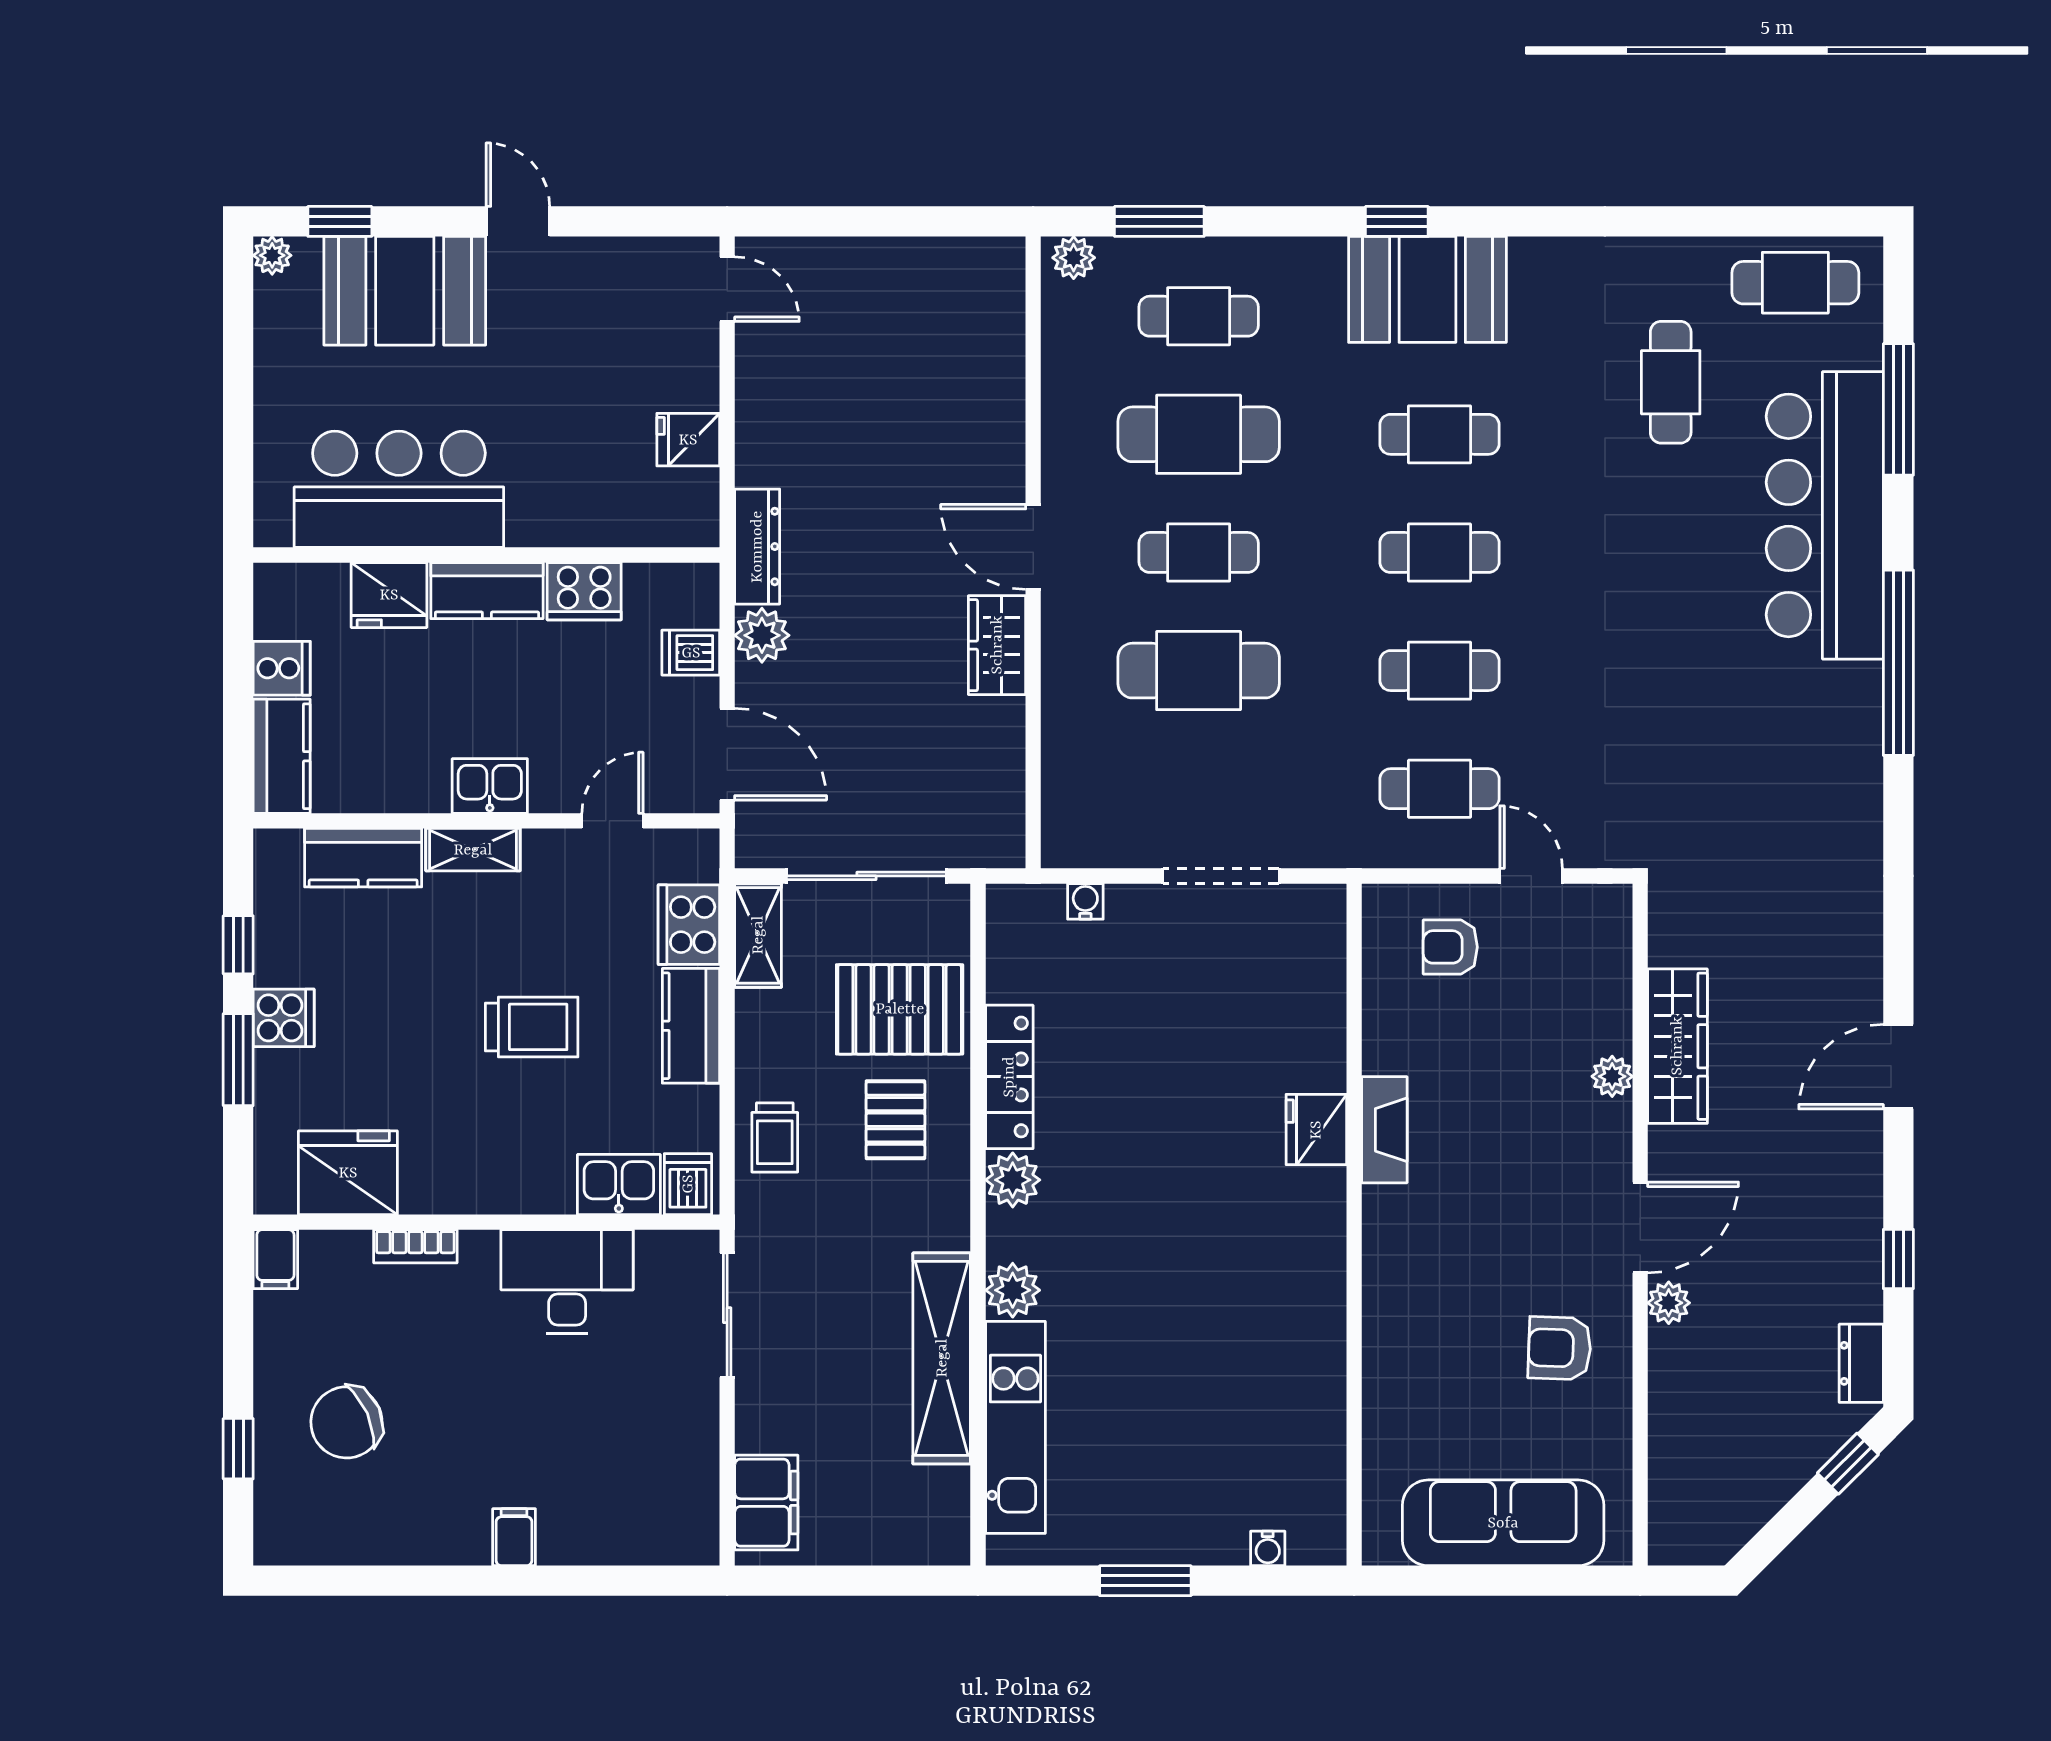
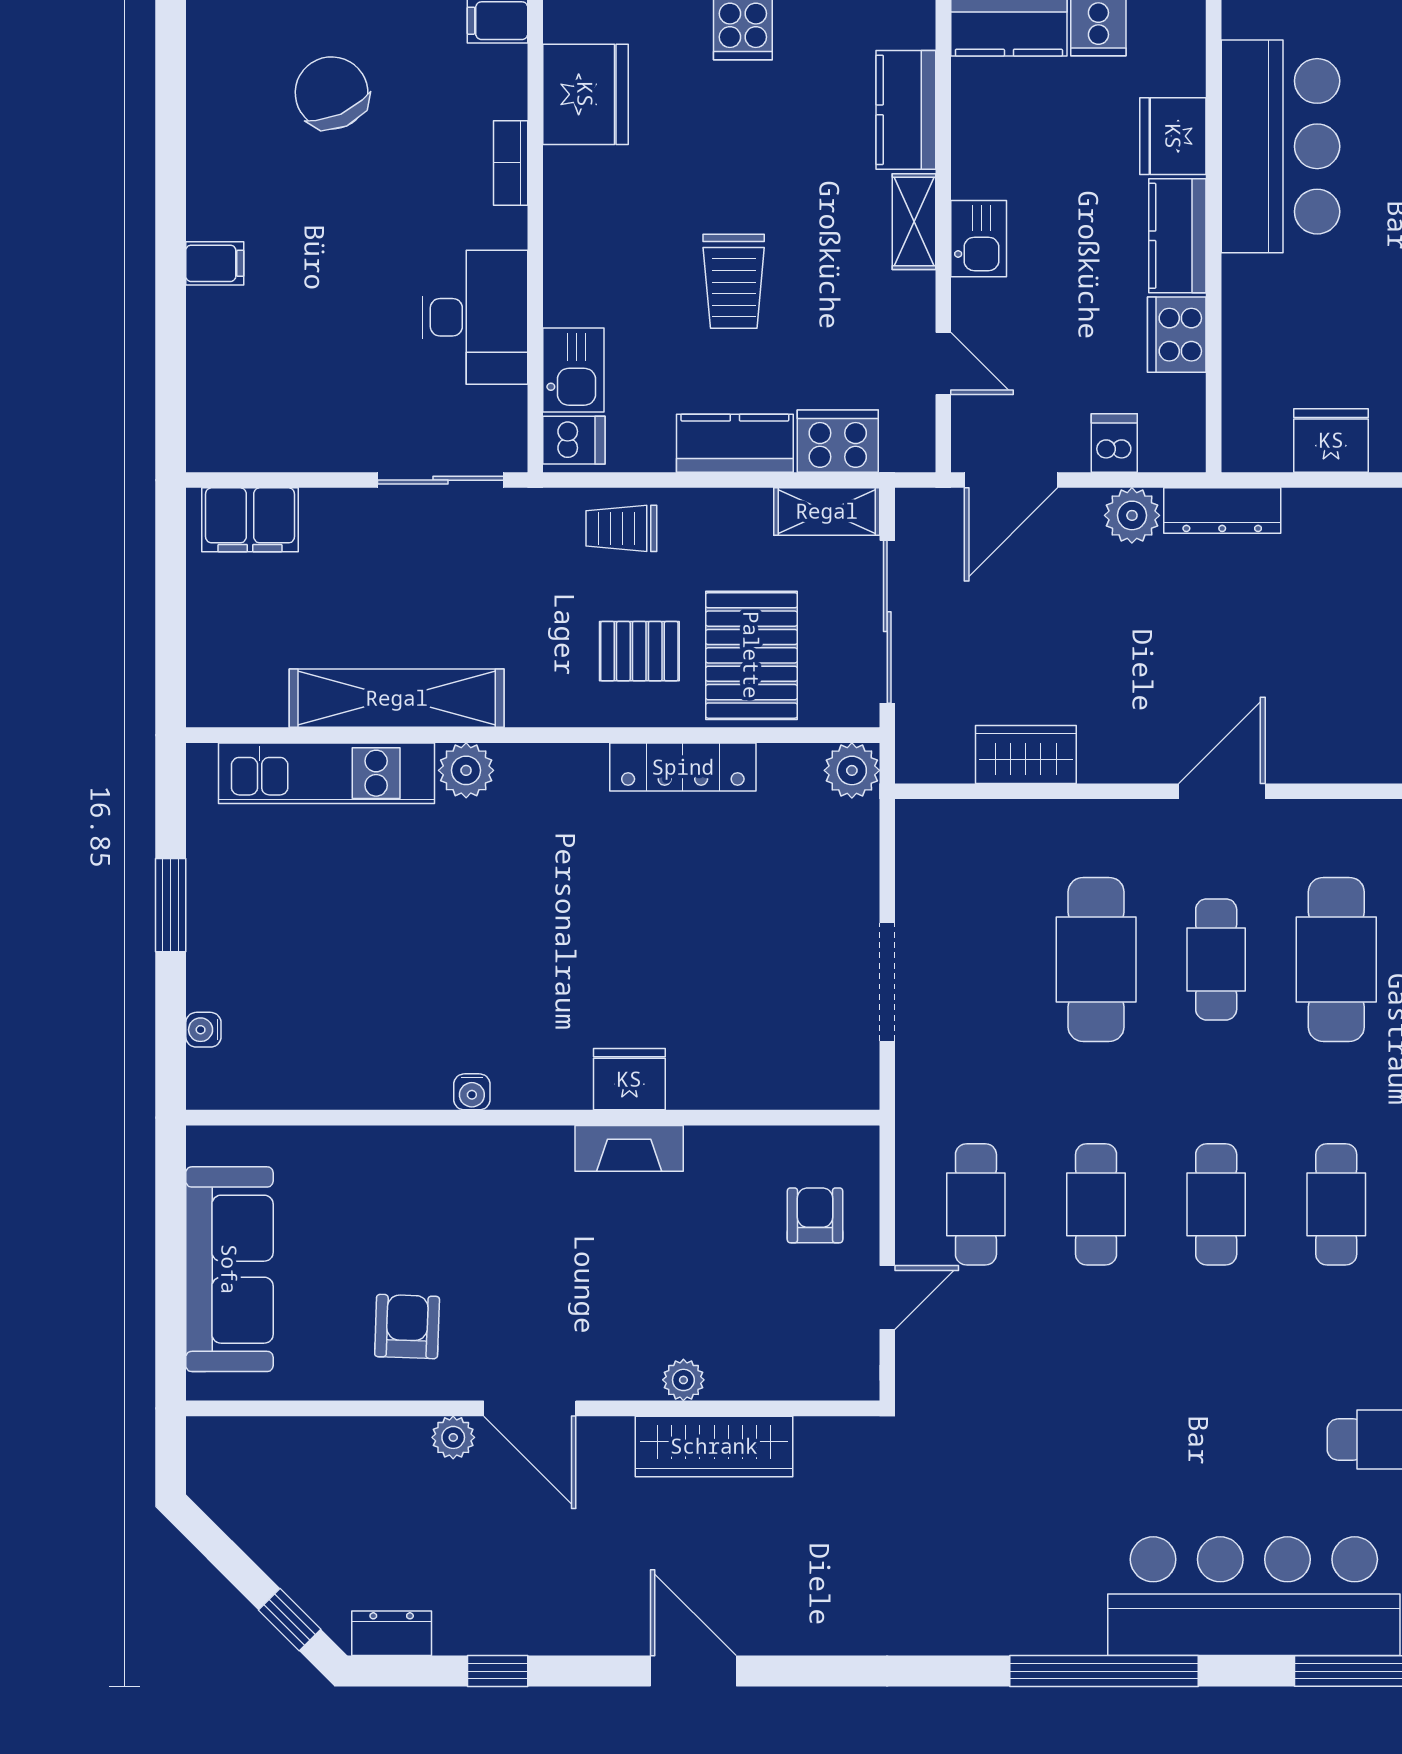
fridge: (688, 440) -> (1331, 440), width x1.38
wardrobe: (997, 645) -> (1026, 754), moved
water cooler: (1085, 901) -> (472, 1092), moved, turned 90
plant: (1013, 1180) -> (852, 770), moved

